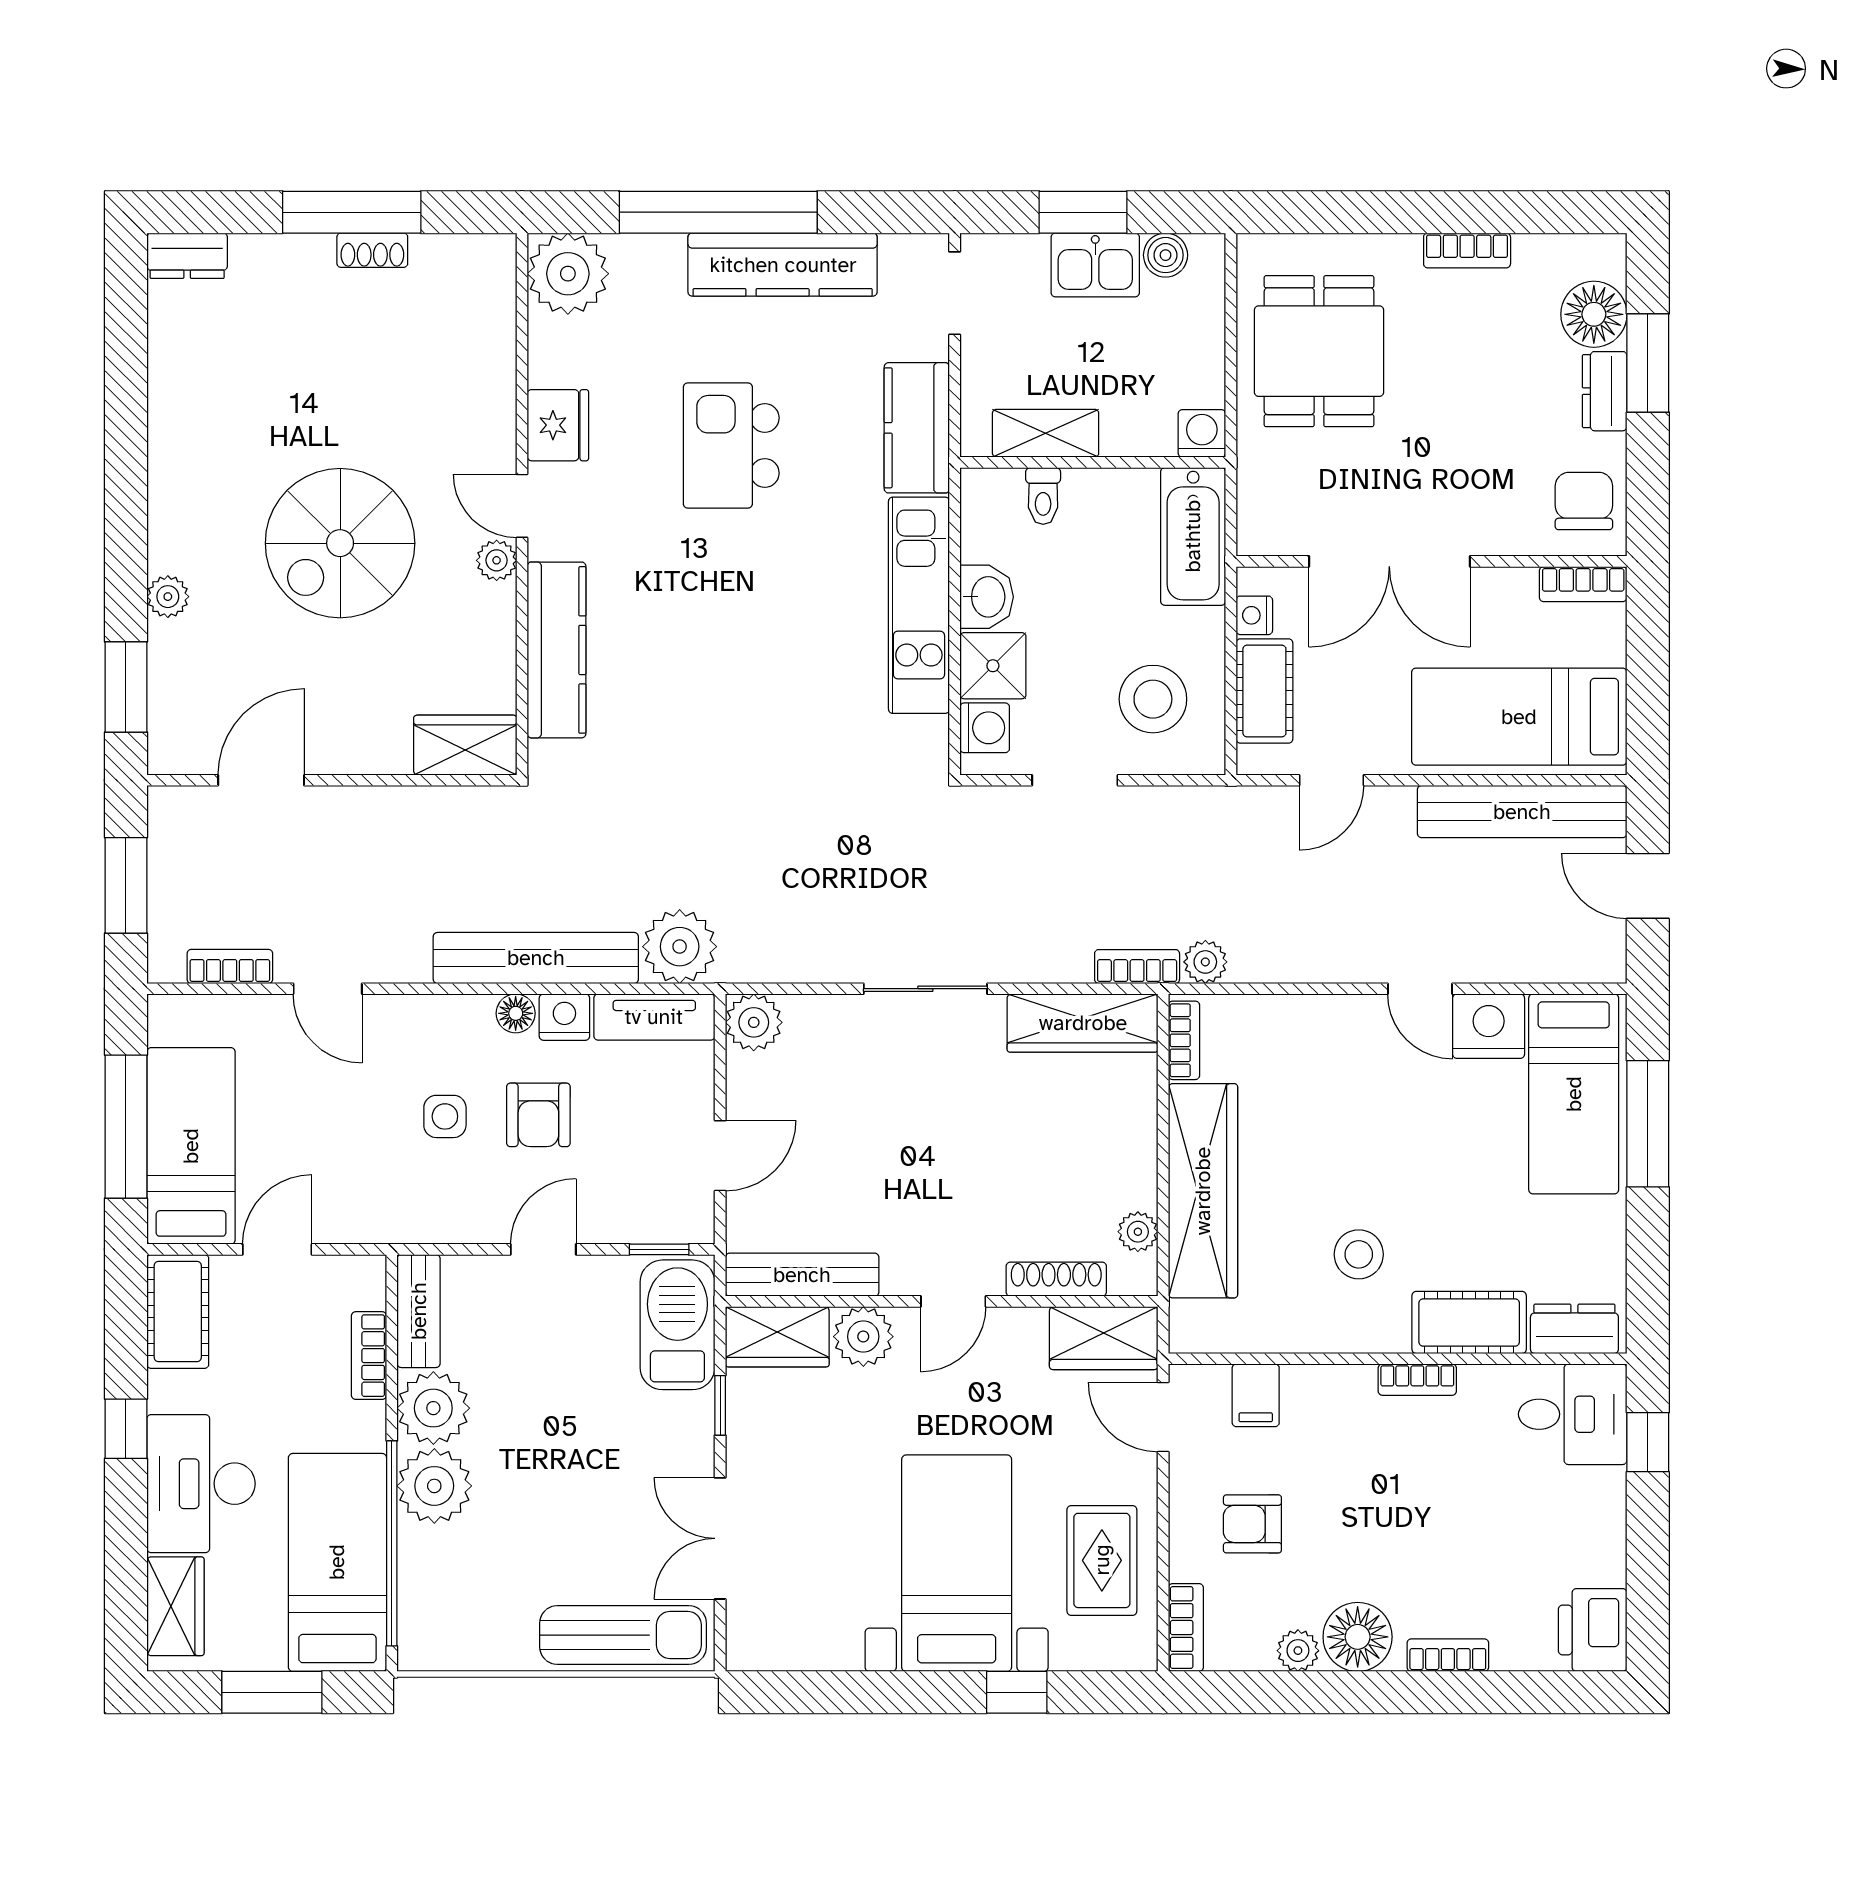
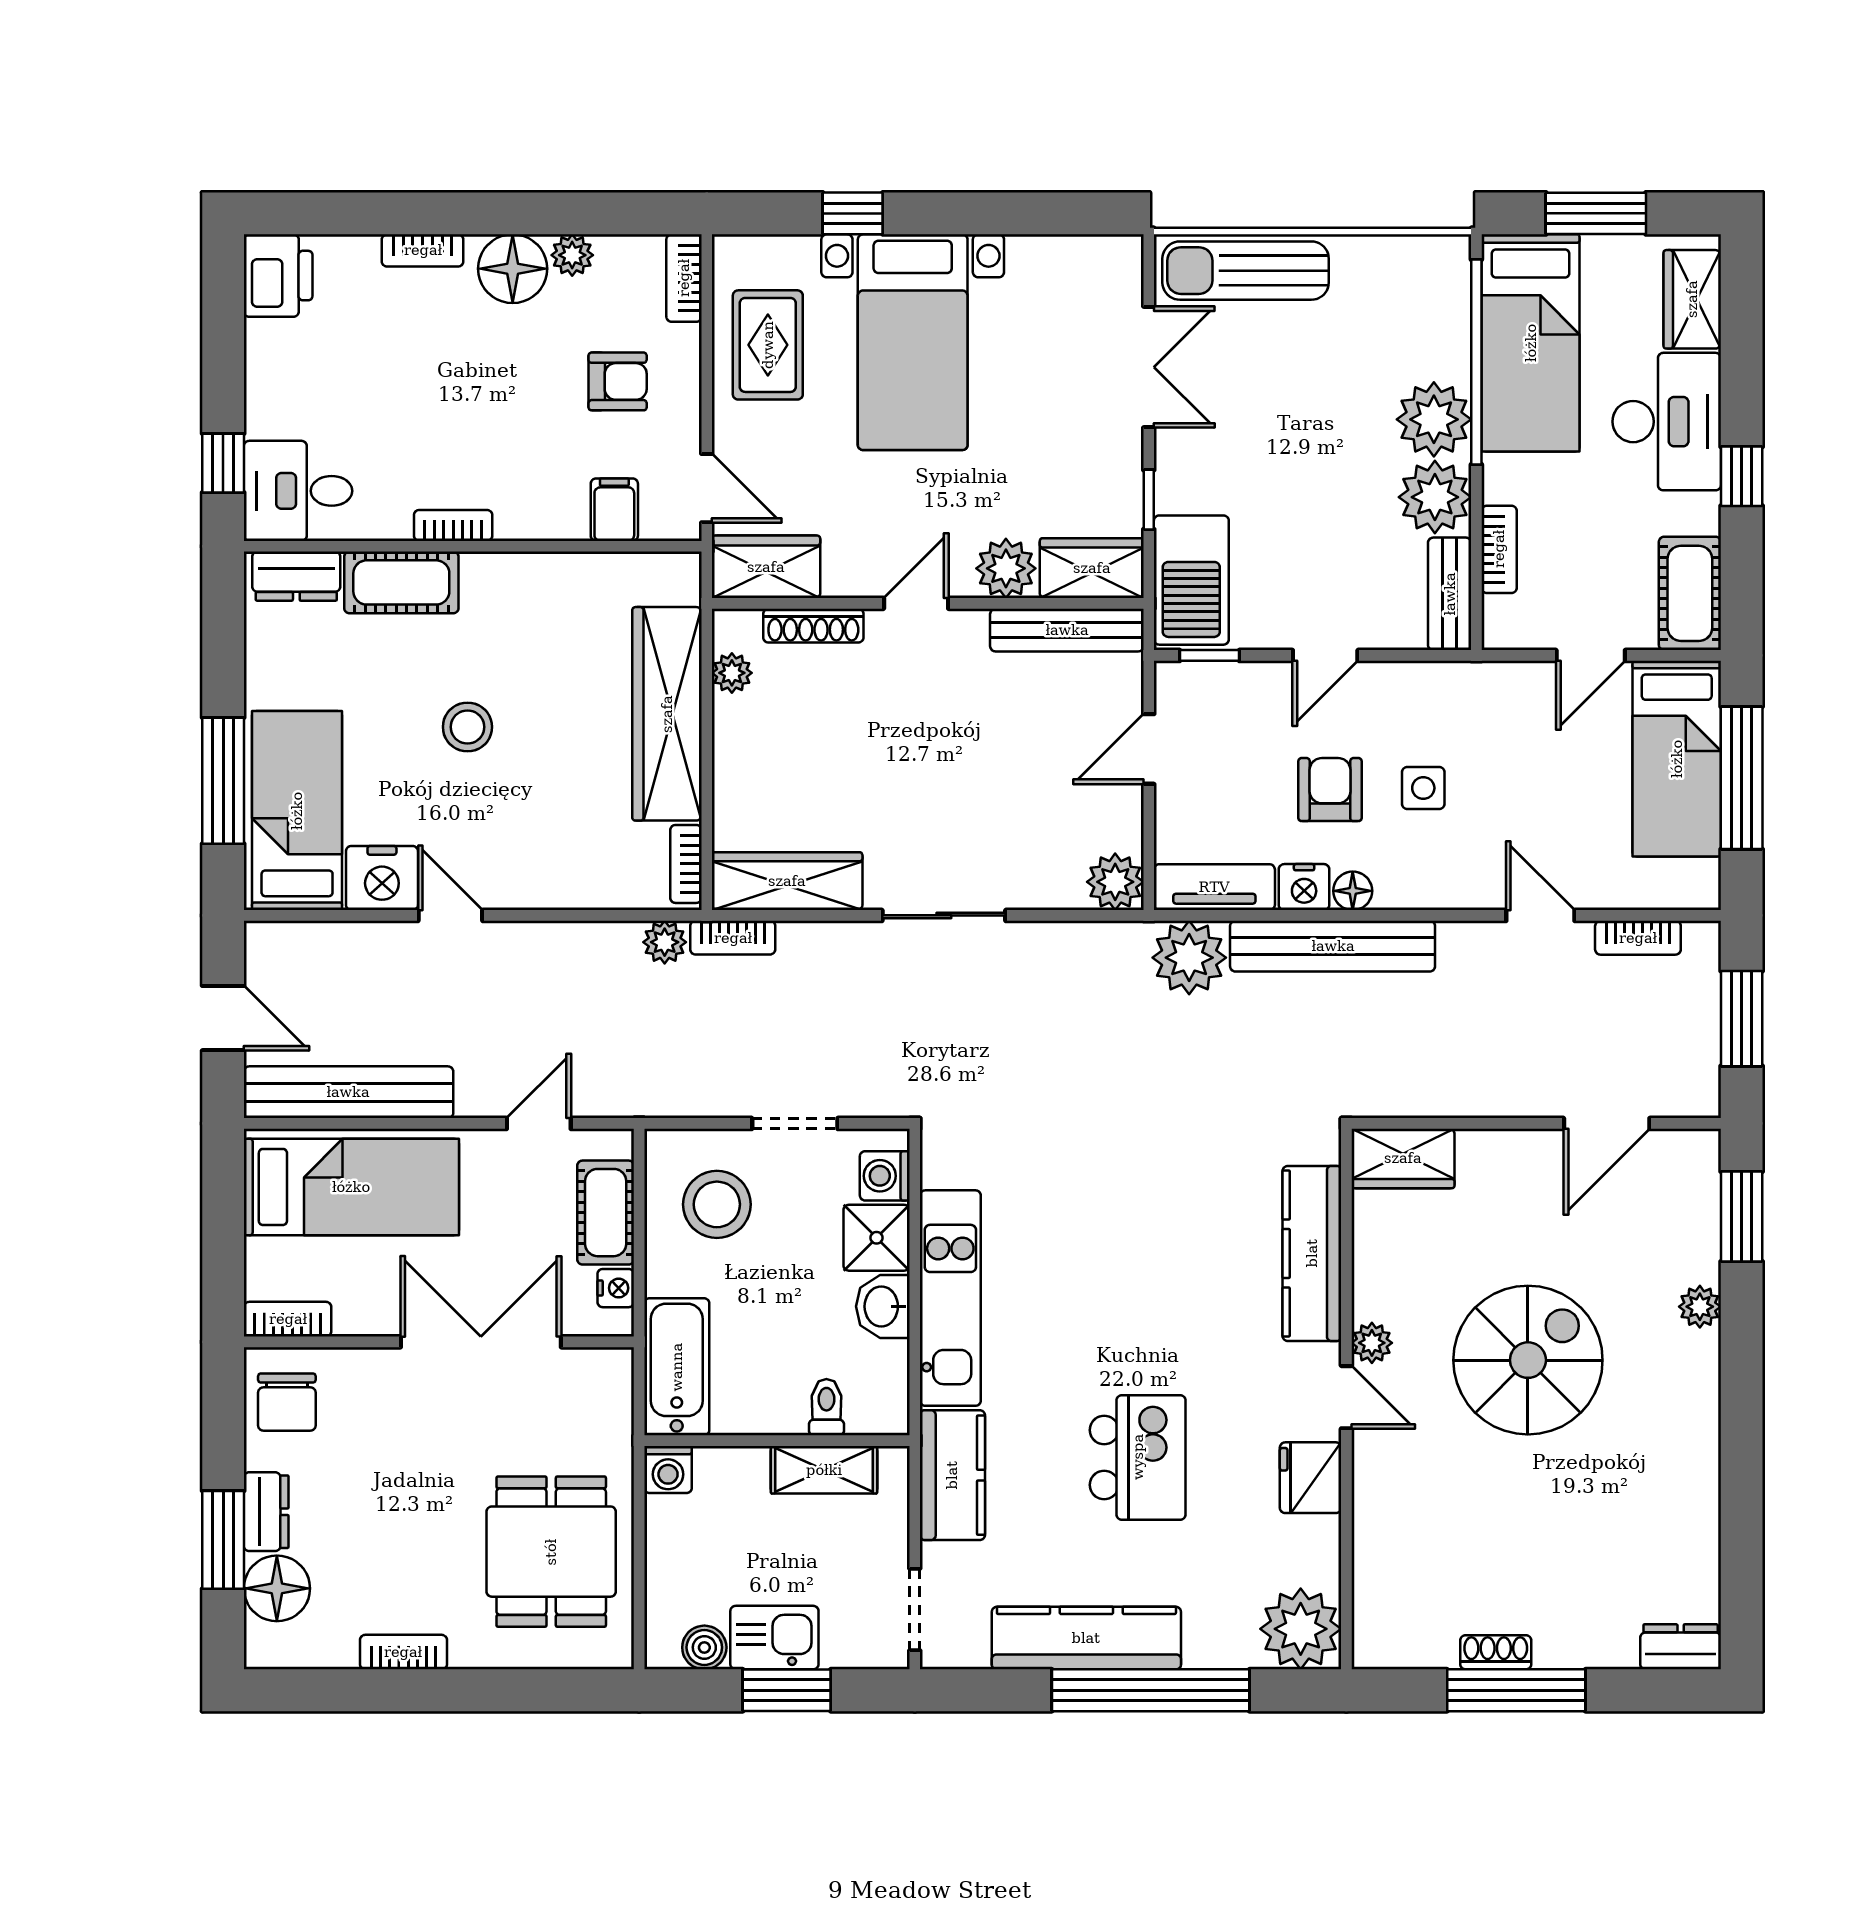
stool: (1359, 1254) -> (467, 727), moved

